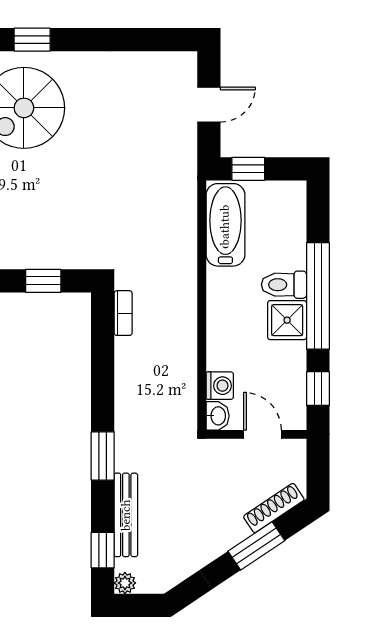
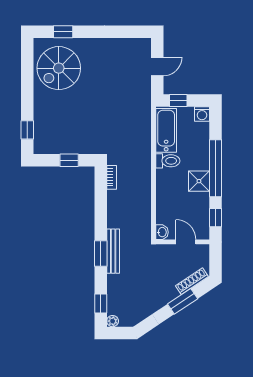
toilet: (284, 285) -> (168, 161), moved, turned 180
washing machine: (220, 386) -> (202, 114), moved, turned 90
bench: (126, 515) -> (113, 251), moved

